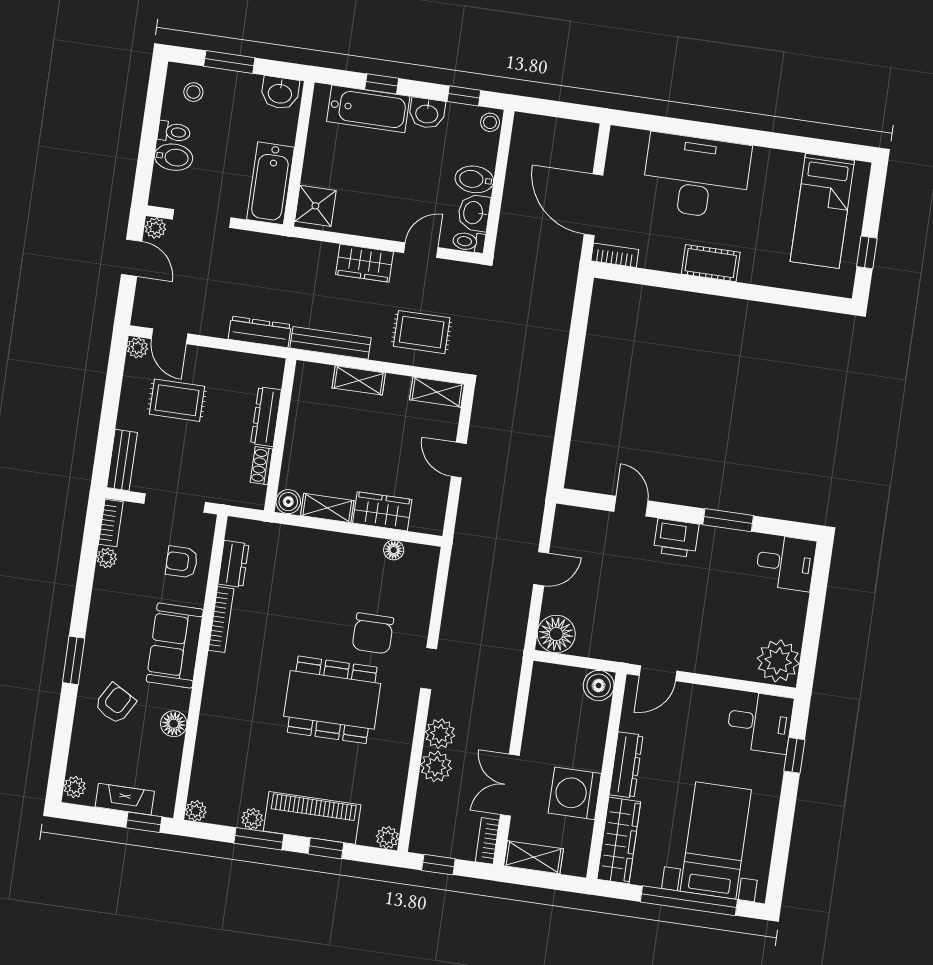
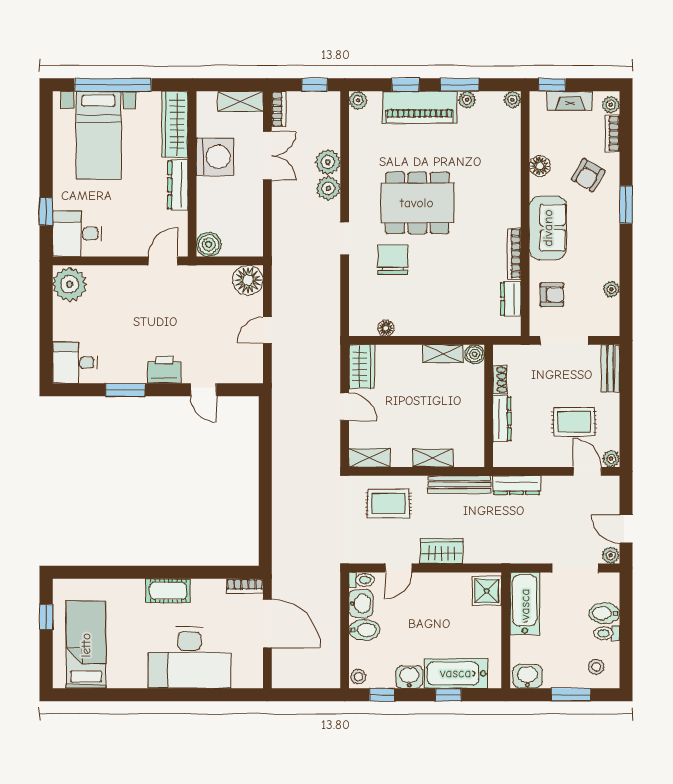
wardrobe: (382, 511) -> (362, 367), moved, turned -90
bookcase: (111, 523) -> (612, 133), moved

